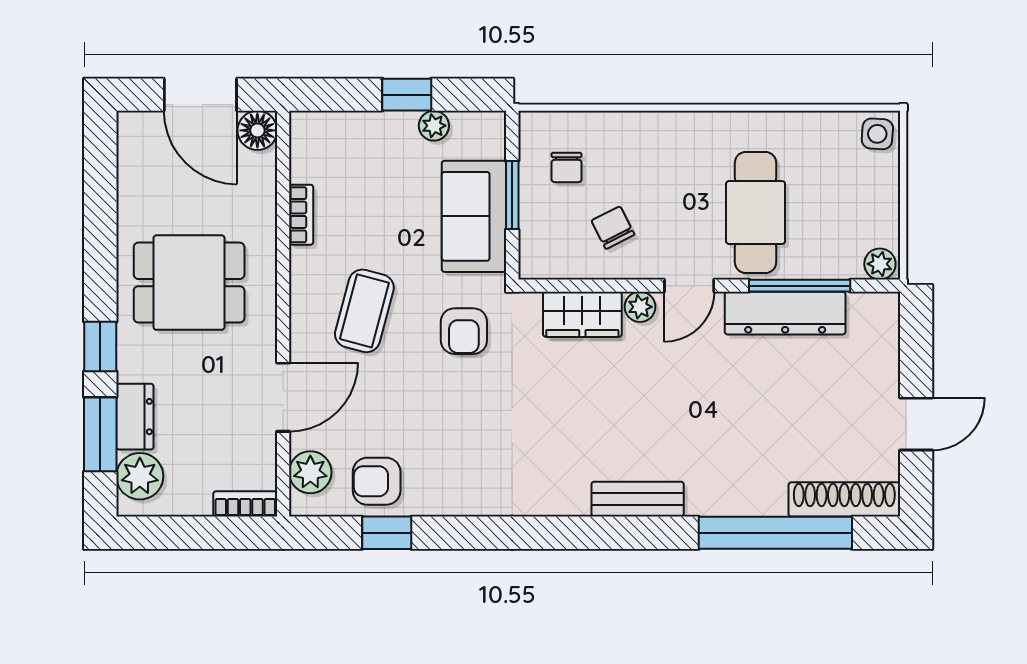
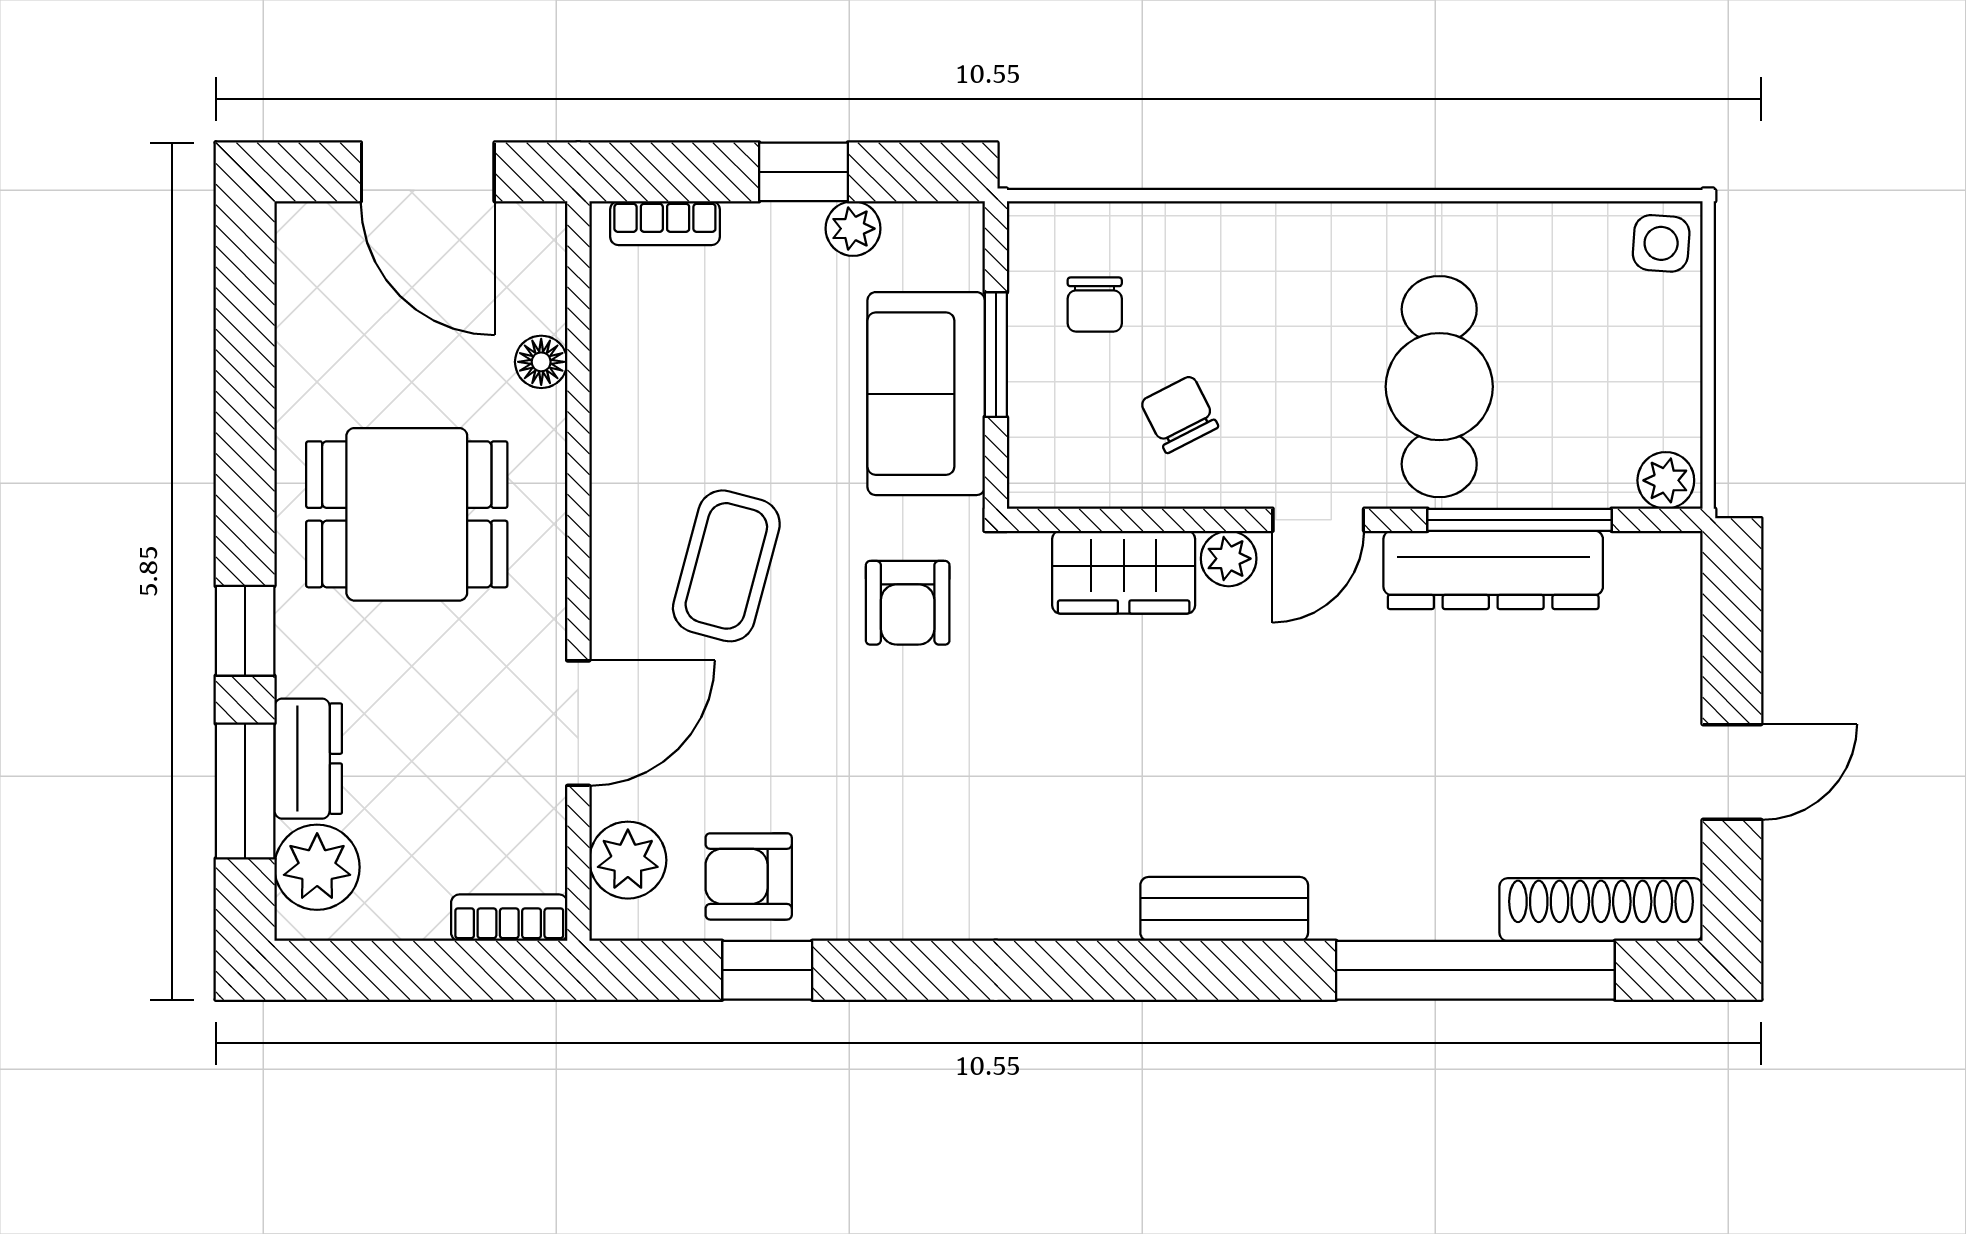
floor lamp: (257, 130) -> (541, 362), moved, width x0.73, depth x0.73
bookcase: (301, 215) -> (665, 223), moved, turned 90

